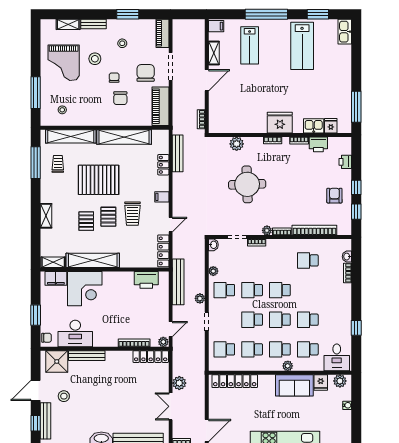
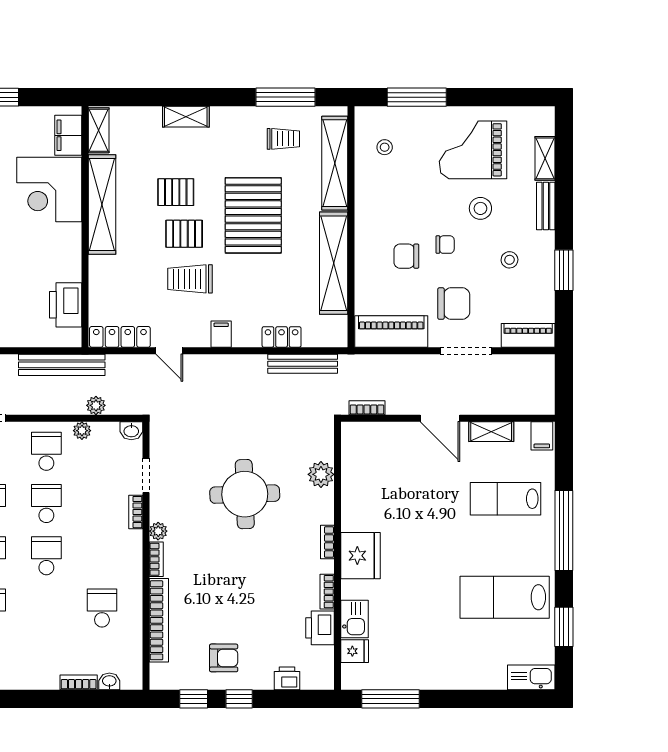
plant: (200, 298) -> (96, 405), moved

